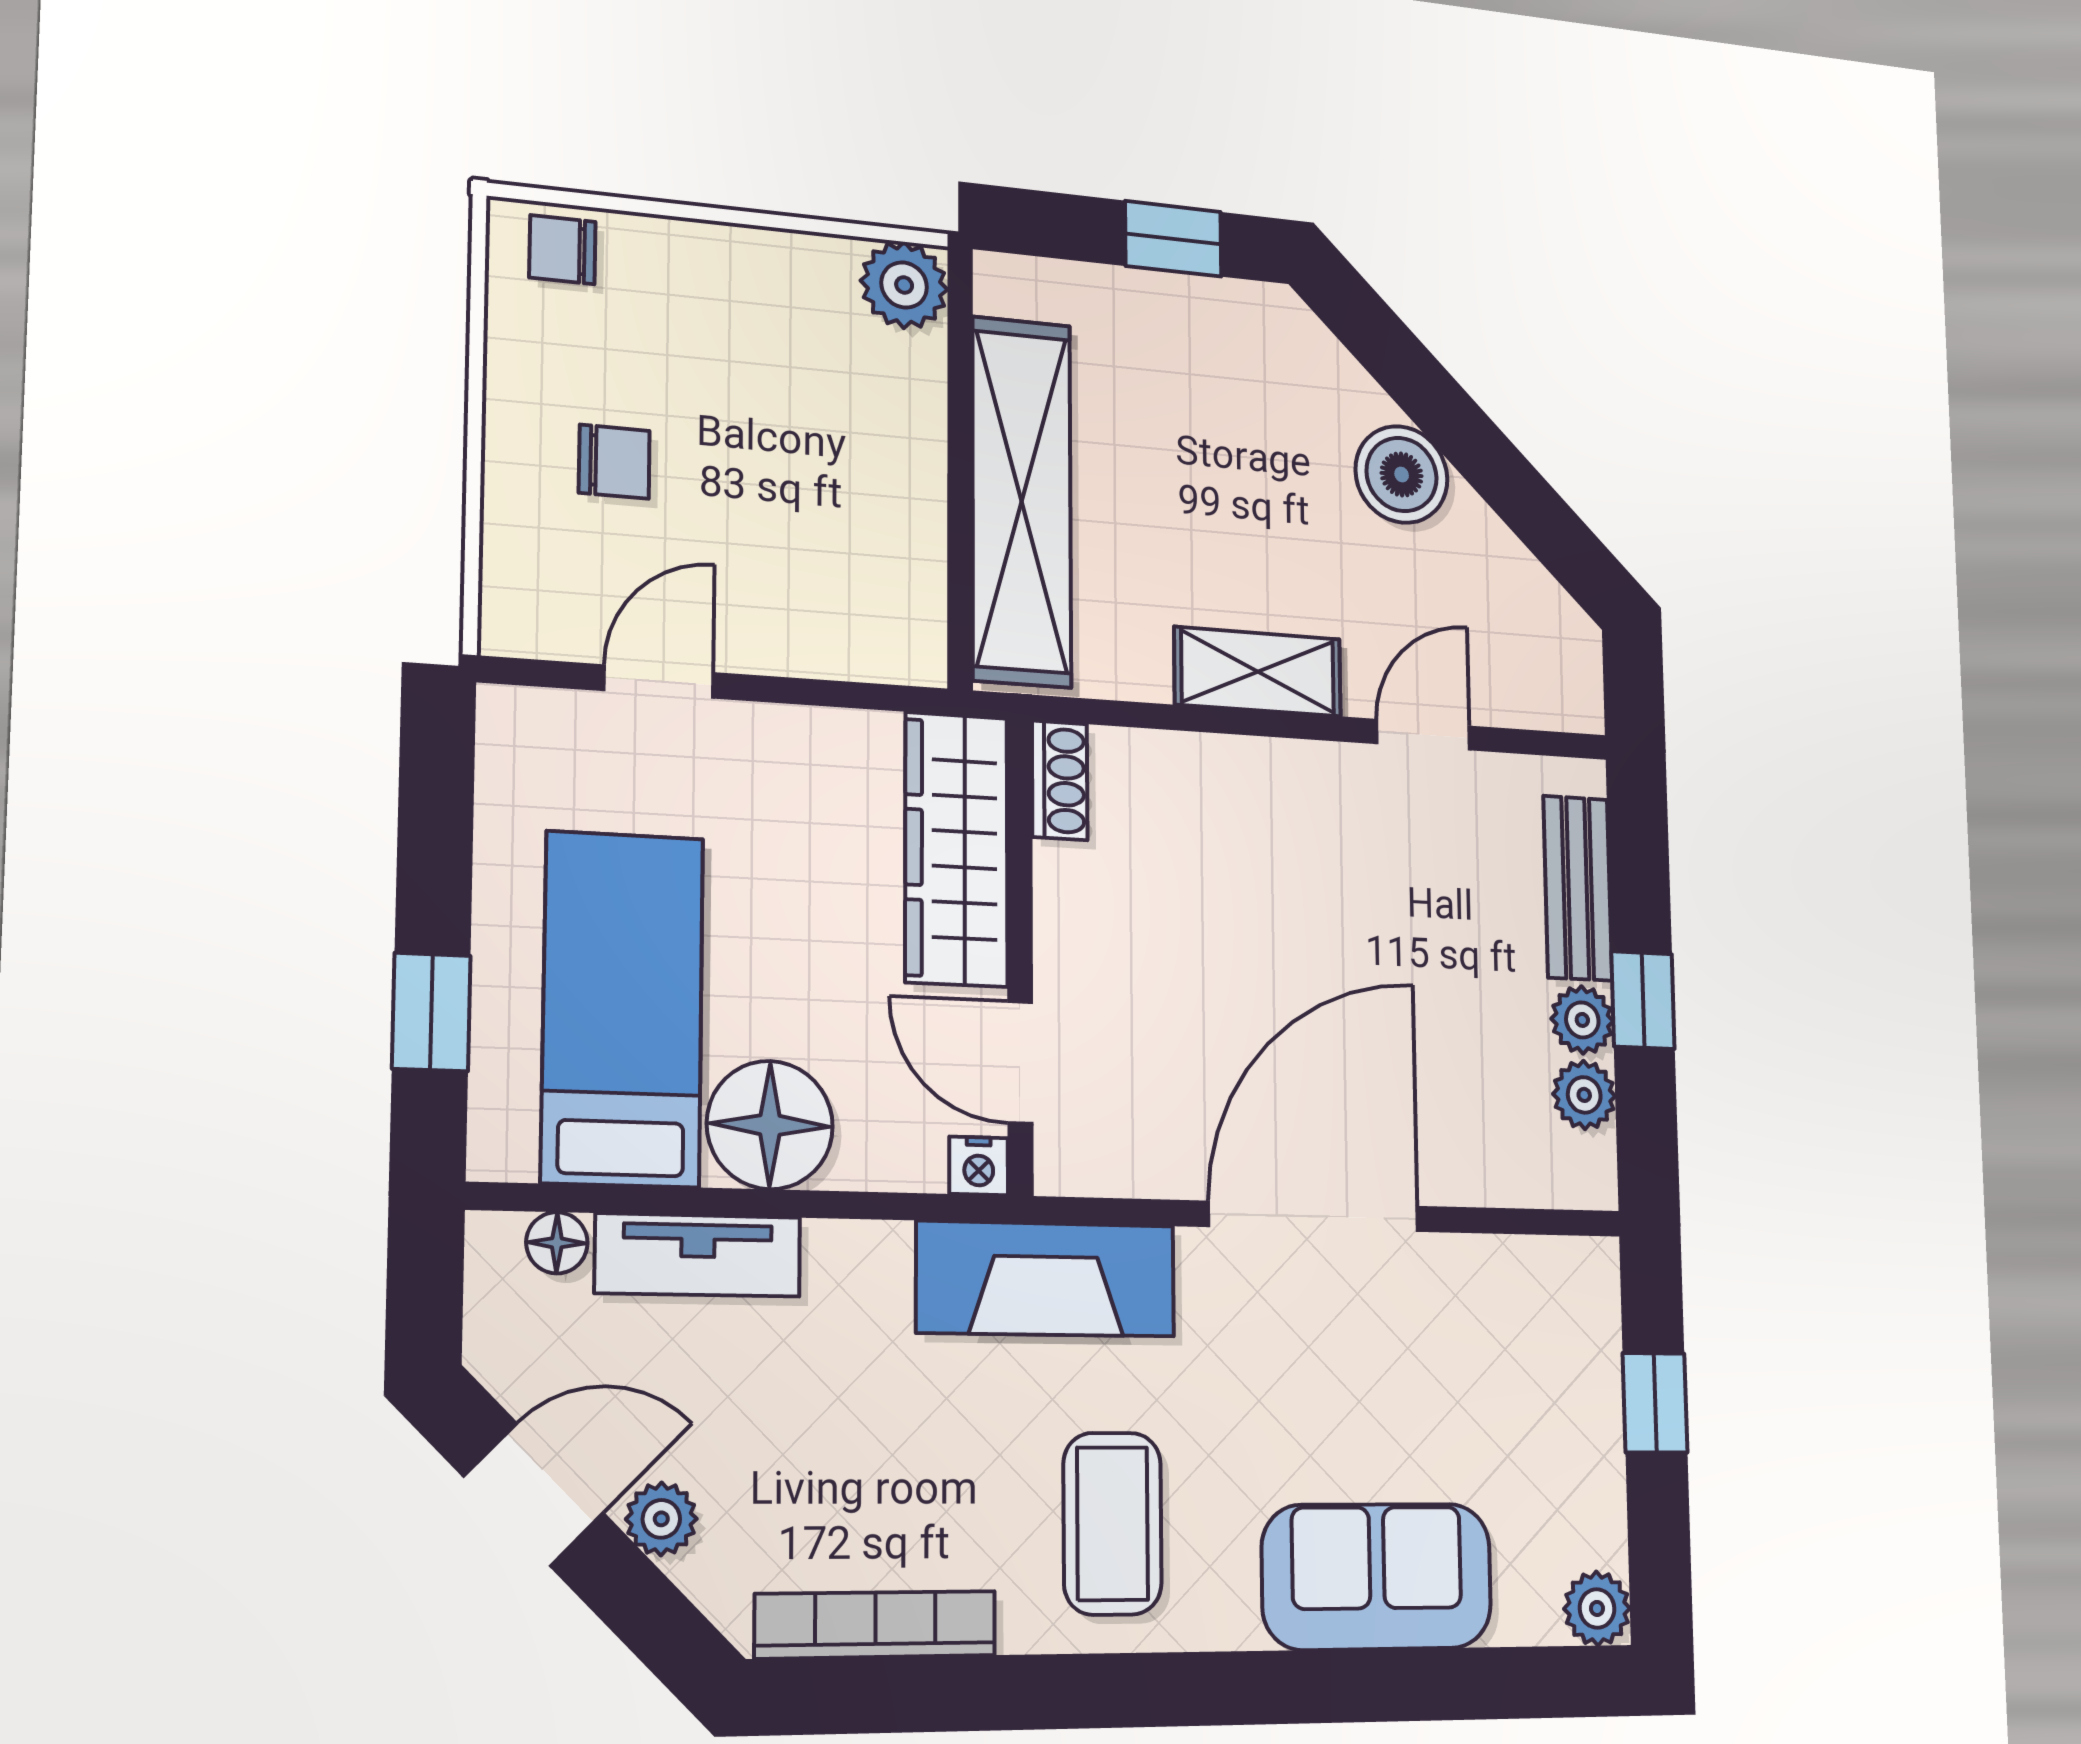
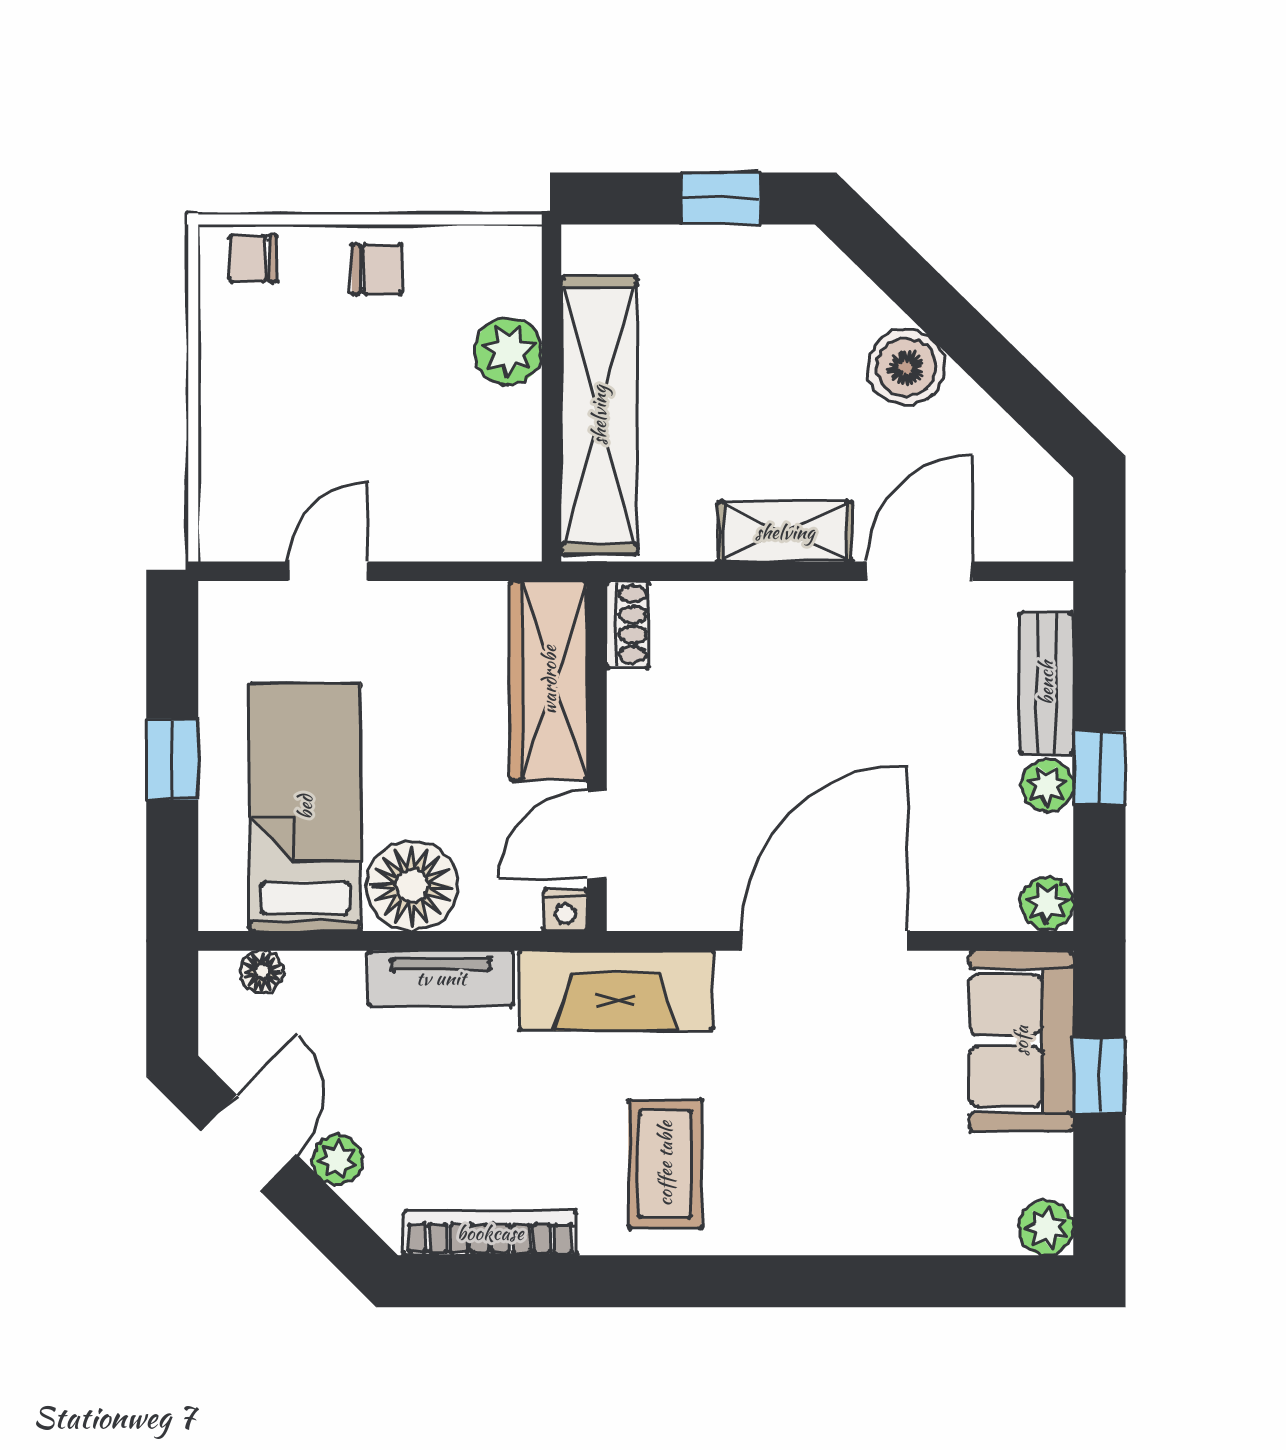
plant: (904, 285) -> (508, 351), moved
chair: (614, 462) -> (377, 270), moved
door: (1423, 735) -> (920, 571), width x1.38
window: (431, 1012) -> (172, 759), moved
door: (1020, 1062) -> (597, 835), hinge flipped
plant: (1584, 1095) -> (1047, 903), moved
tv unit: (698, 1255) -> (441, 978), moved
door: (534, 1495) -> (249, 1143), hinge flipped
sofa: (1377, 1577) -> (1021, 1041), moved, turned -90

